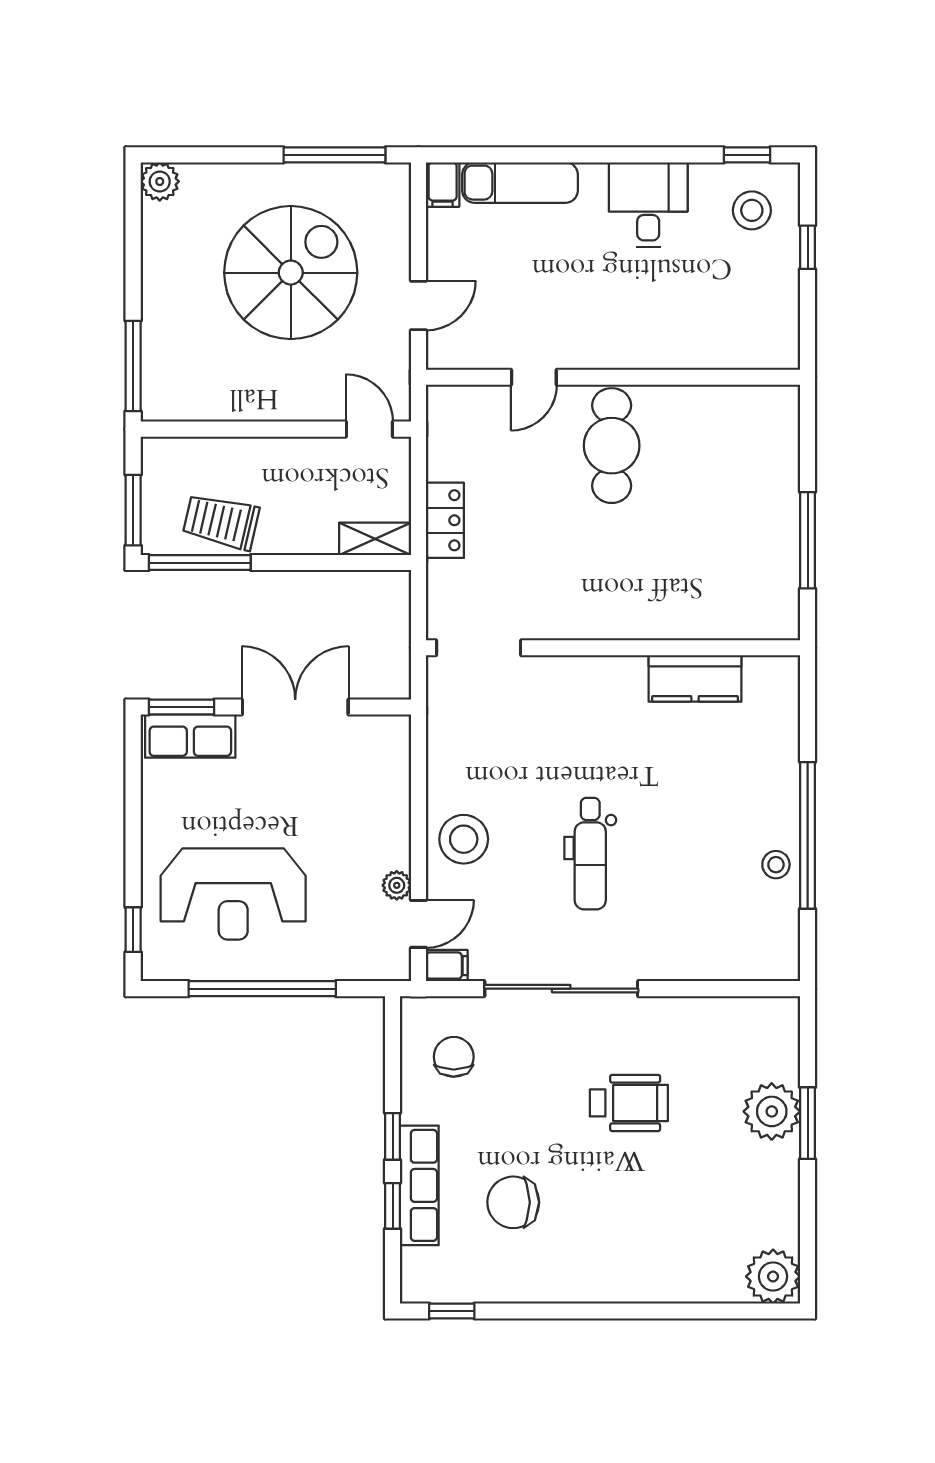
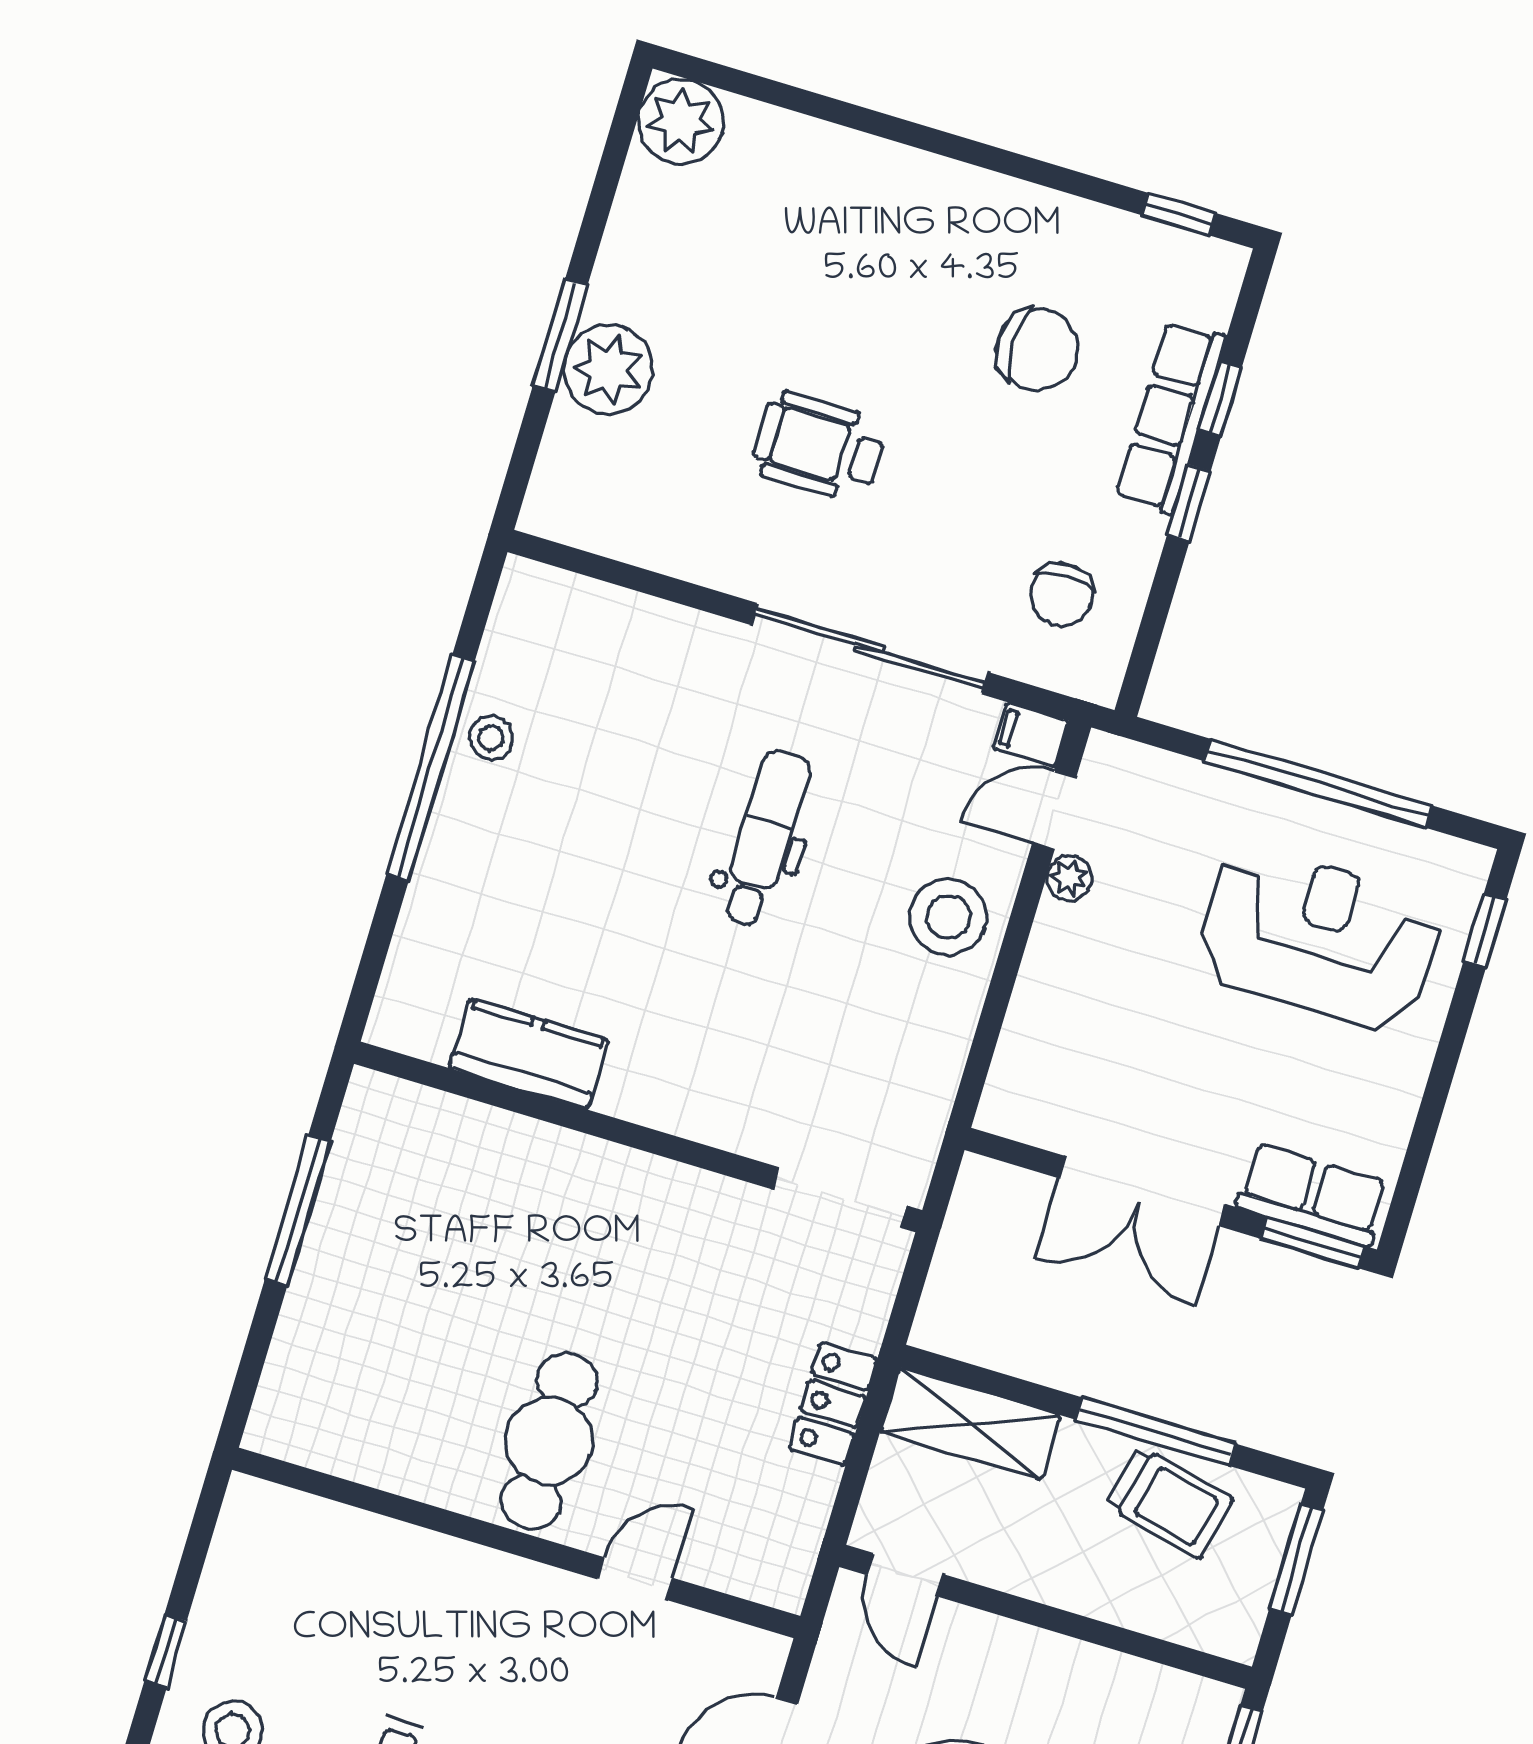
shelving: (375, 539) -> (971, 1424), width x1.50, depth x1.33
window: (200, 563) -> (1156, 1432), moved

